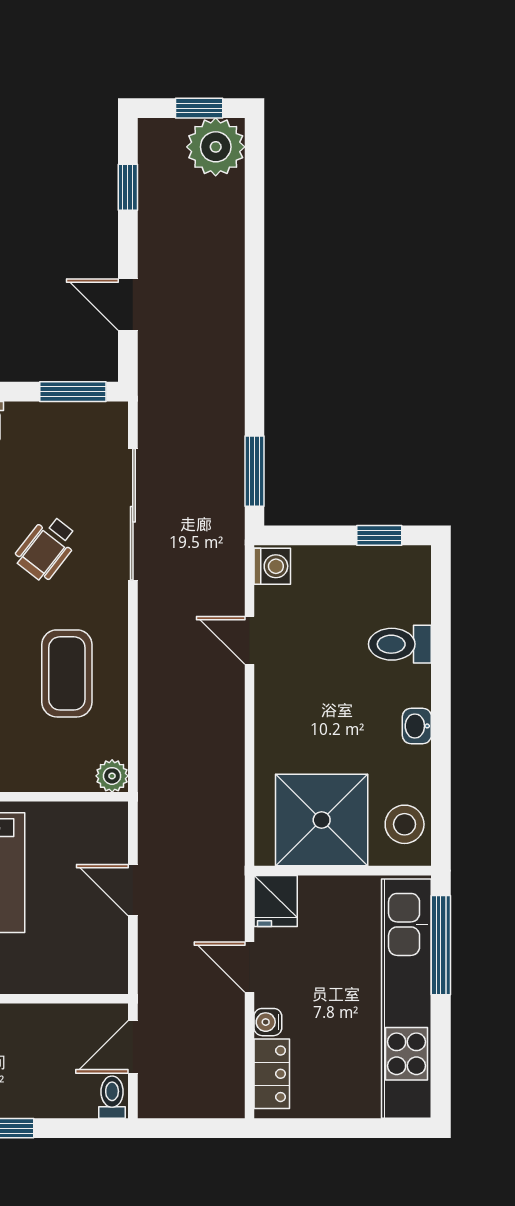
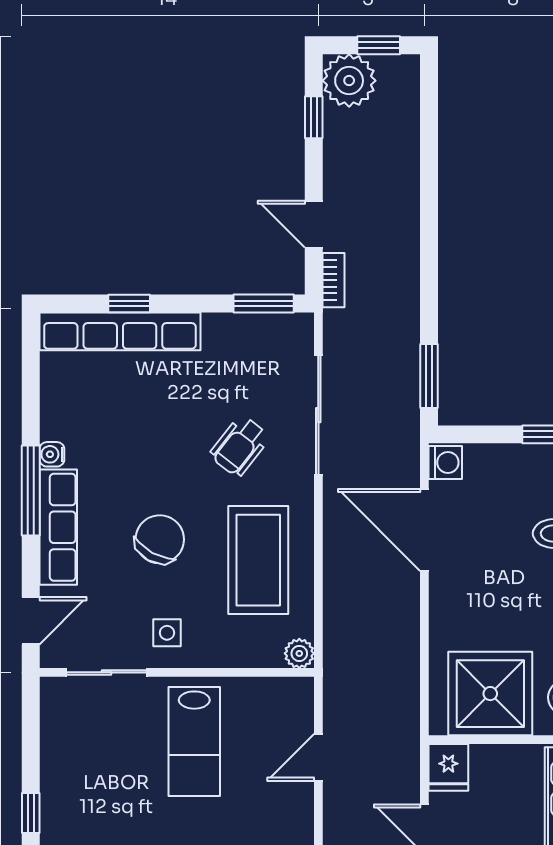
plant: (216, 147) -> (349, 81), moved
bookcase: (150, 366) -> (333, 280), added
door: (249, 640) -> (424, 530), width x1.88
coffee table: (67, 673) -> (258, 560), width x1.36, depth x1.32
door: (133, 890) -> (318, 757), hinge flipped

